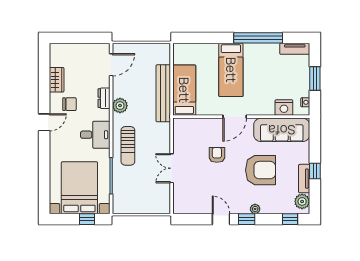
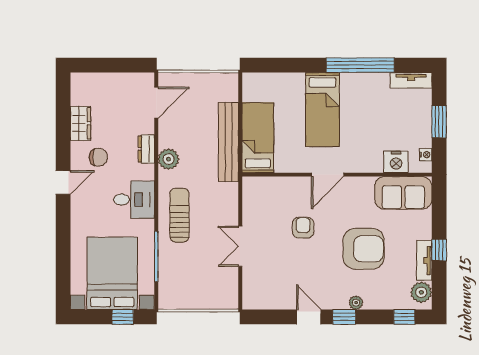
sofa: (282, 130) -> (403, 193), width x0.73
sun lounger: (128, 146) -> (179, 215), turned 180

